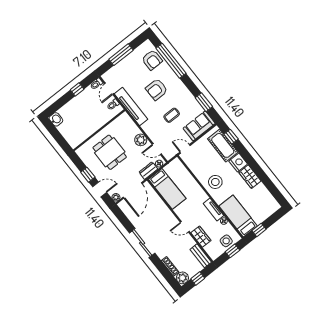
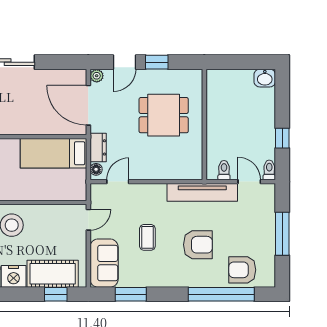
armchair: (157, 89) -> (198, 245), turned 90
plant: (141, 140) -> (147, 170), removed

